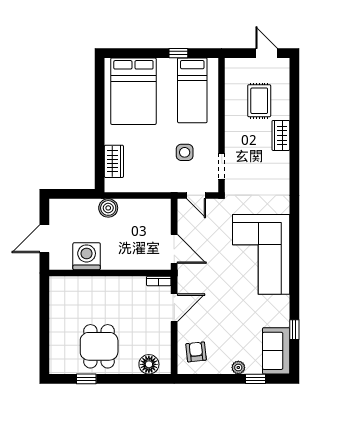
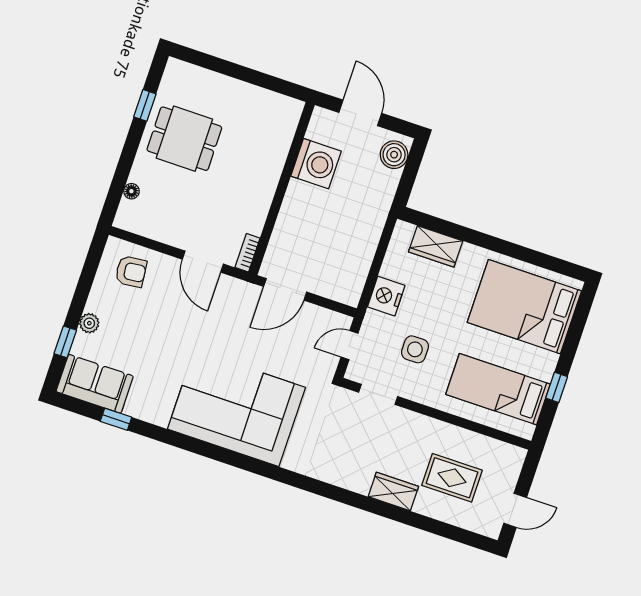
nightstand: (157, 182) -> (386, 296), added
boiler: (108, 208) -> (394, 155), moved
floor lamp: (149, 364) -> (131, 191), width x0.53, depth x0.53

